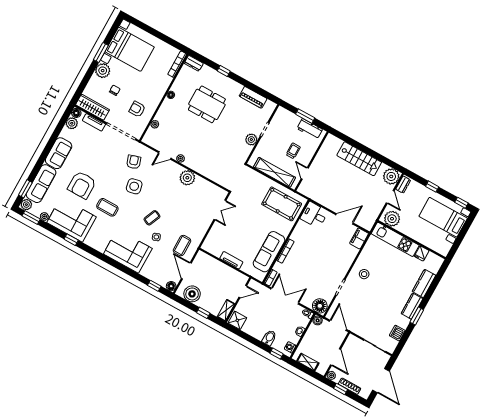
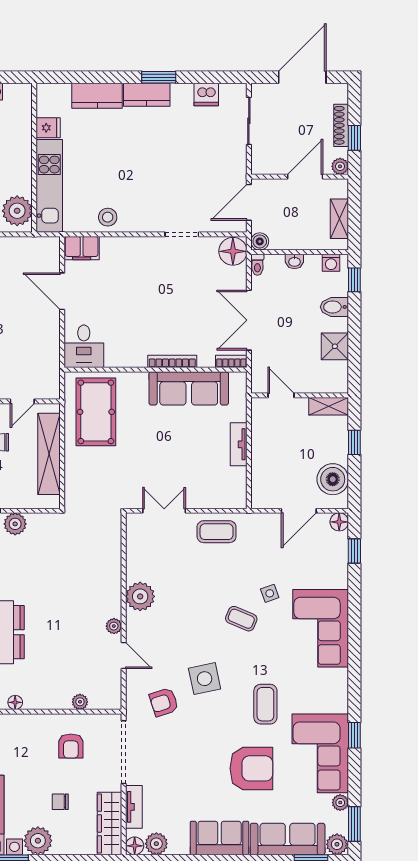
coffee table: (182, 246) -> (217, 532), moved
stool: (364, 274) -> (108, 217), moved
shower: (237, 320) -> (335, 346), moved

